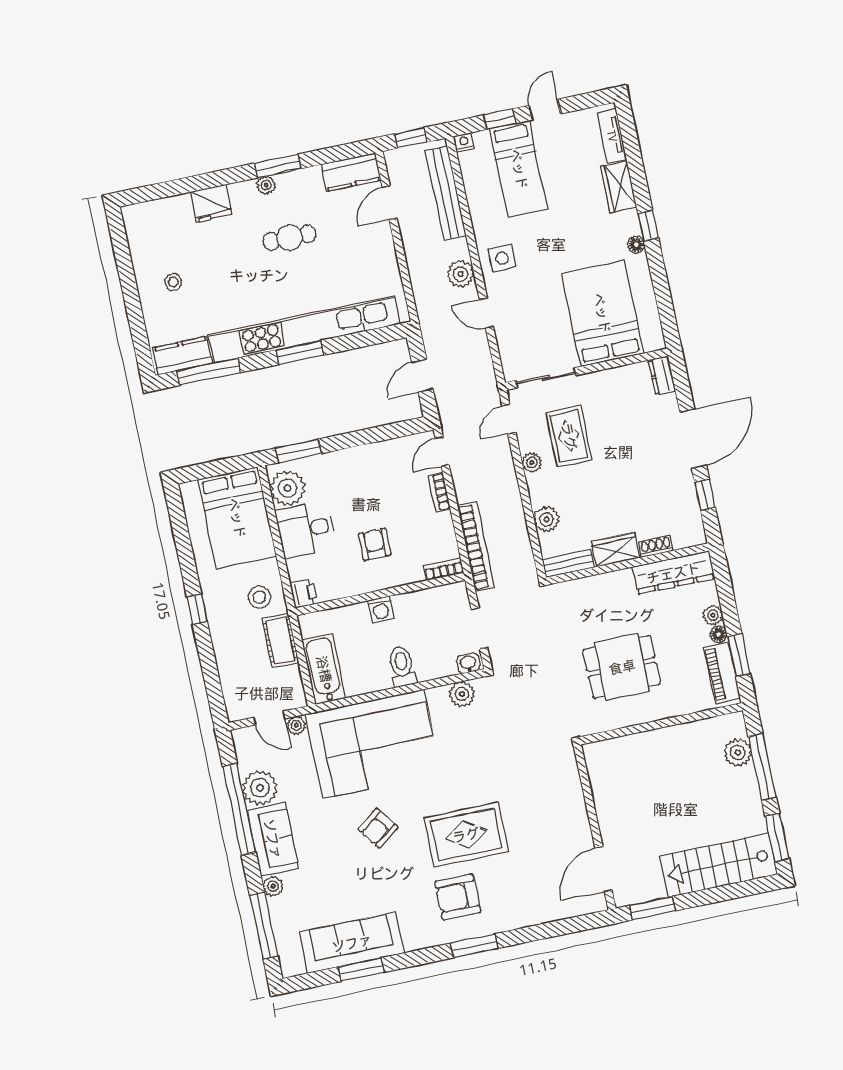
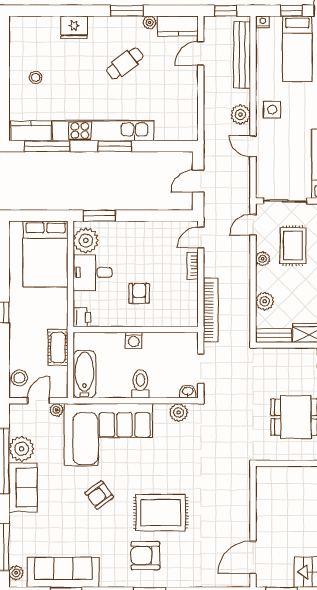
plant: (266, 185) -> (150, 23), moved
cafe table: (290, 238) -> (125, 63), turned -37
kitchen unit: (305, 329) -> (103, 131), width x0.73
bookcase: (444, 569) -> (184, 321), removed
stool: (259, 597) -> (19, 378), moved
door: (269, 718) -> (39, 401), swing flipped
plant: (273, 886) -> (16, 573), moved

